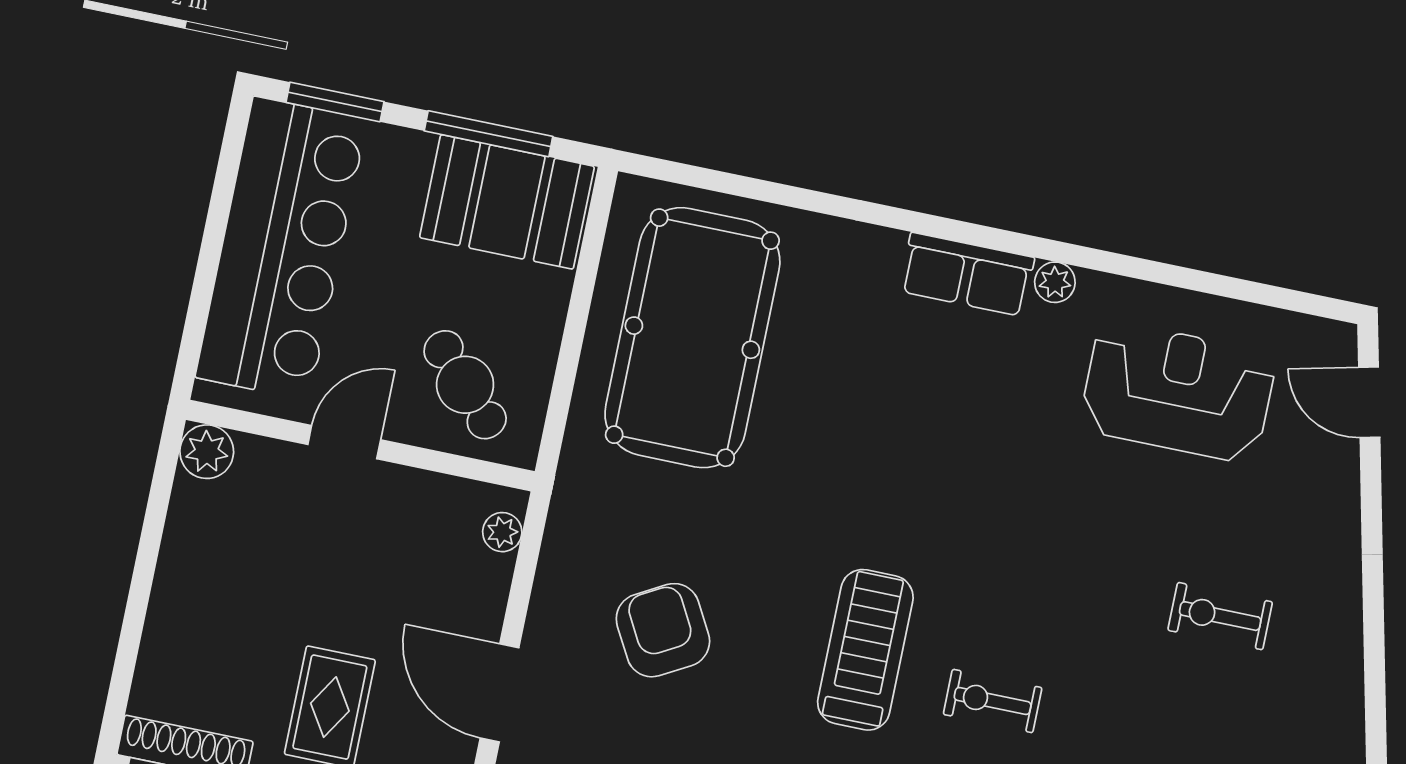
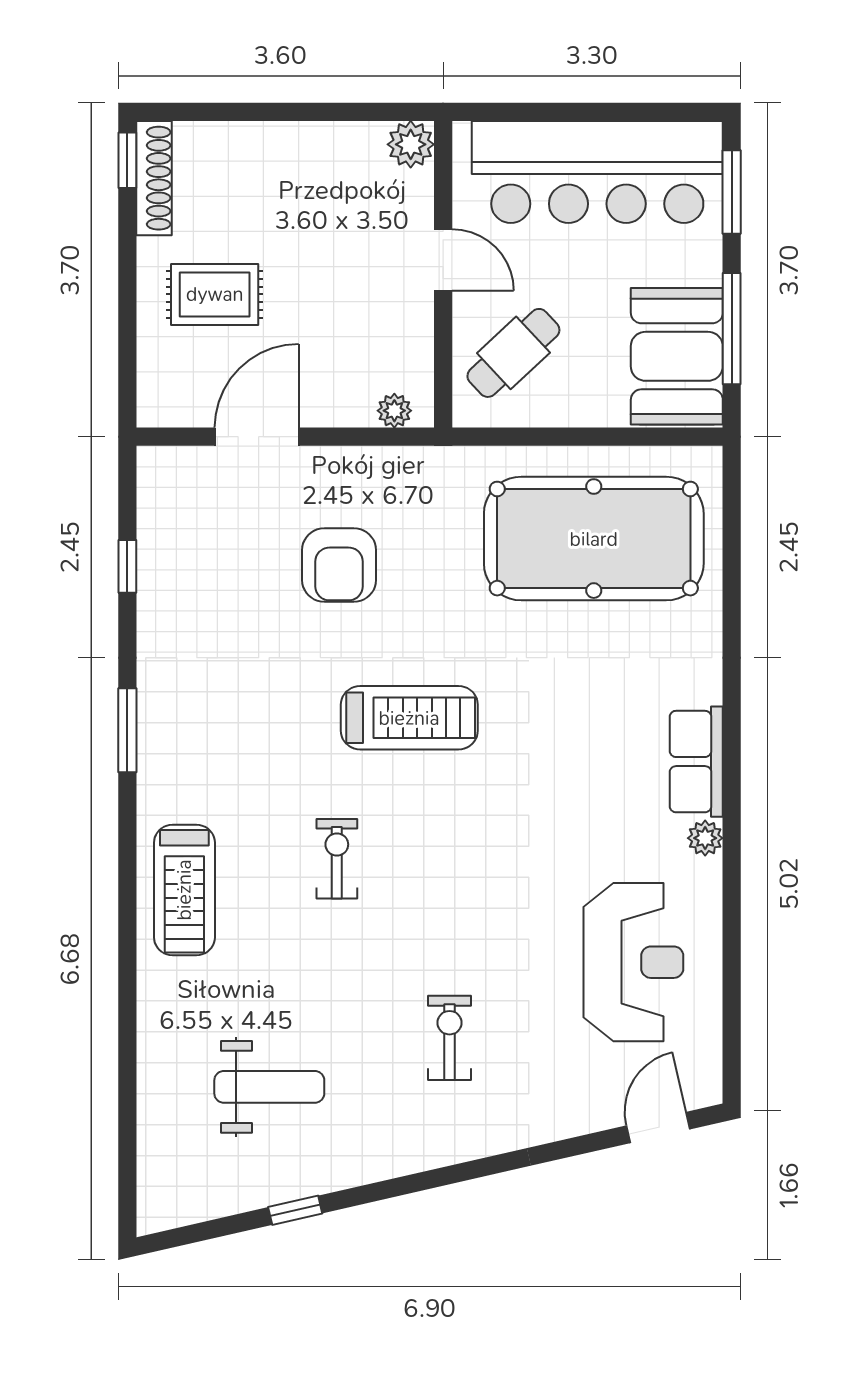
armchair: (663, 630) -> (339, 565), turned 119
treadmill: (865, 650) -> (409, 718), moved

